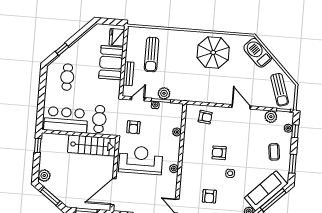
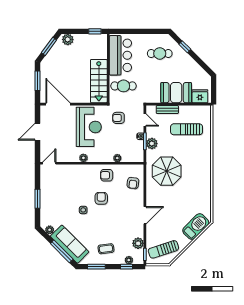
parasol: (213, 52) -> (167, 171), moved
armchair: (209, 196) -> (107, 175), moved

